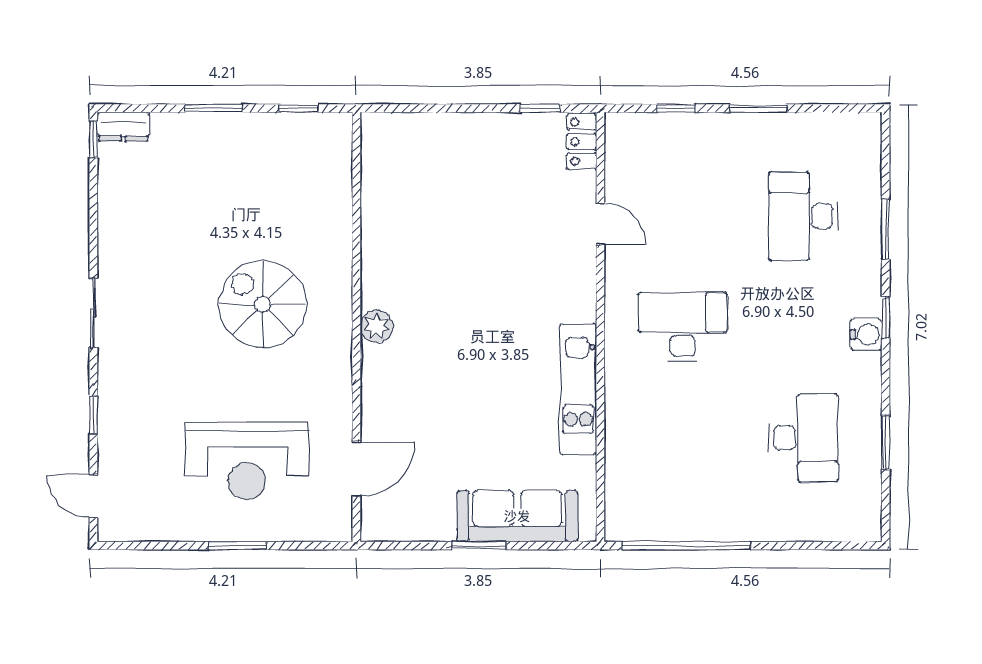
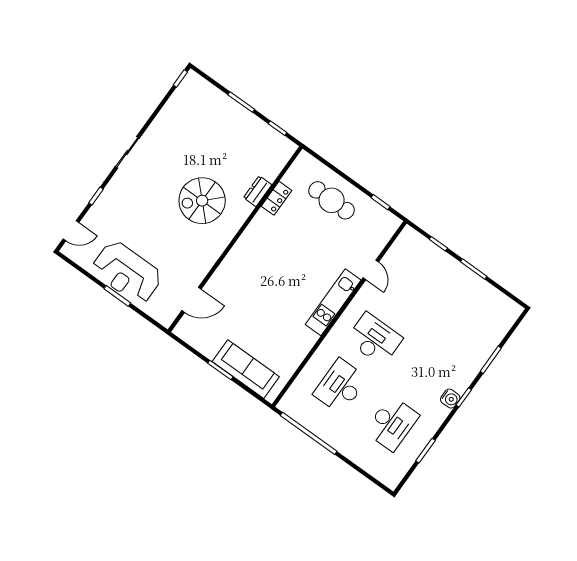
dresser: (123, 127) -> (258, 191), moved, turned 90
locker: (582, 142) -> (277, 198), moved, turned 180
cafe table: (462, 160) -> (332, 200), added
desk: (803, 216) -> (340, 386), moved
spiral stairs: (263, 304) -> (202, 201), turned -90
plant: (377, 326) -> (244, 245), removed
kitchen unit: (578, 389) -> (333, 302), moved
reception desk: (247, 461) -> (127, 272), moved
door: (93, 496) -> (71, 231), swing flipped

